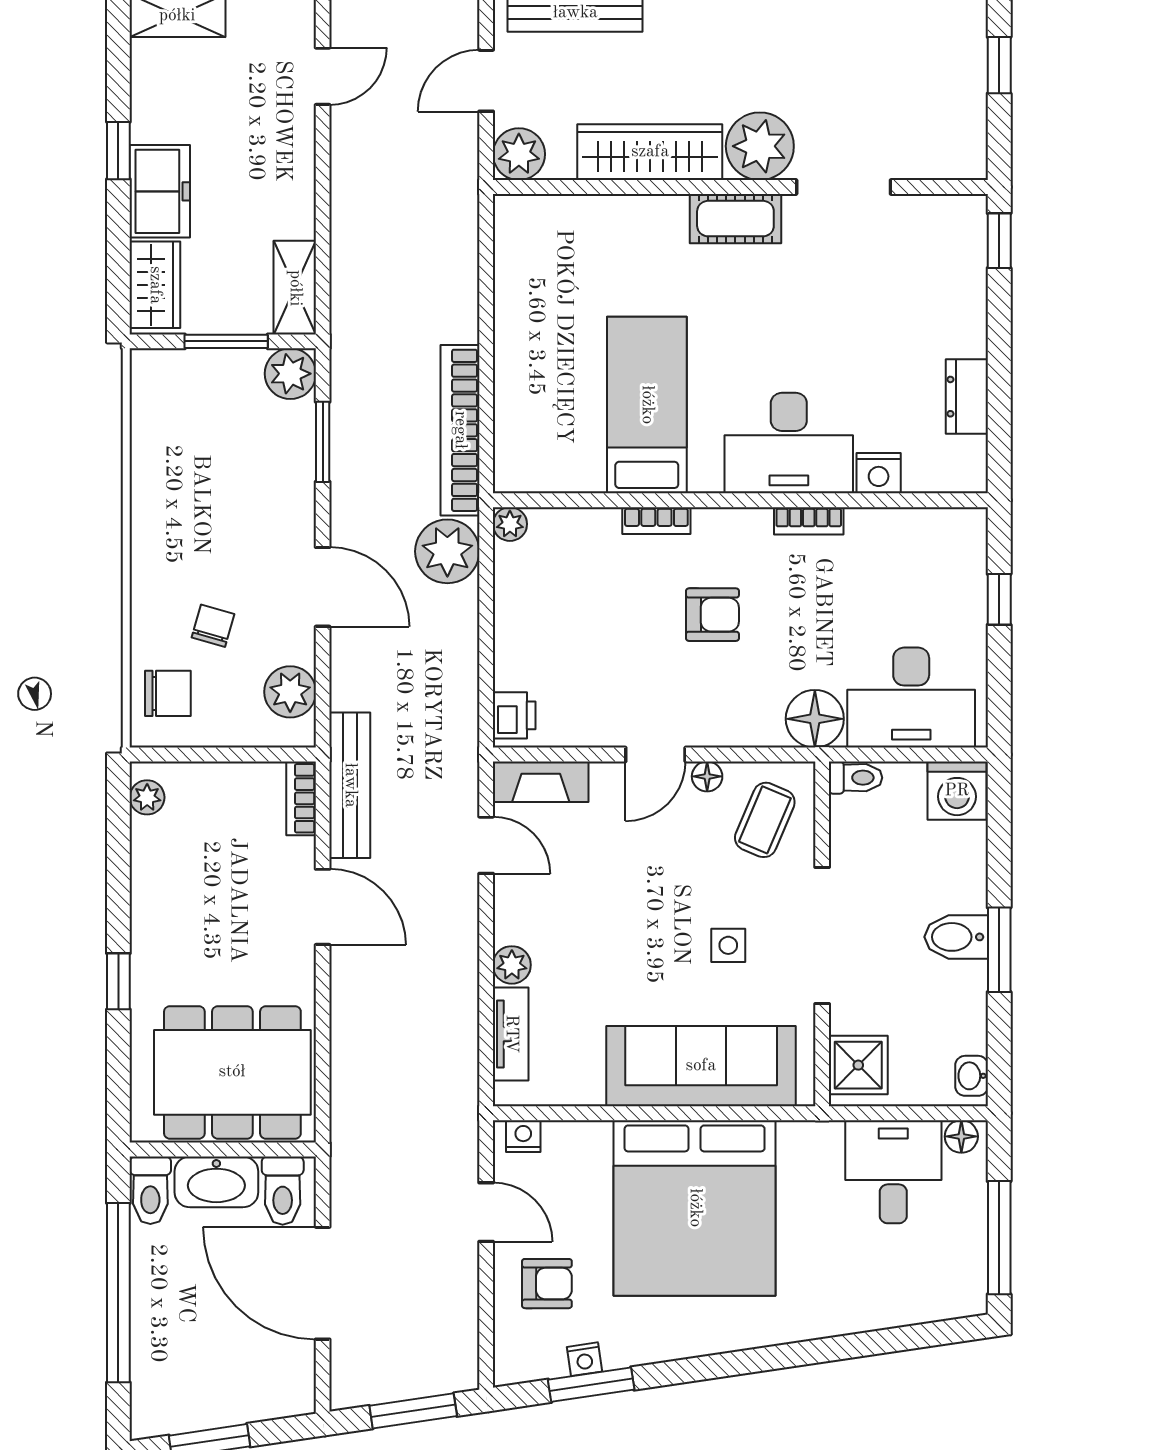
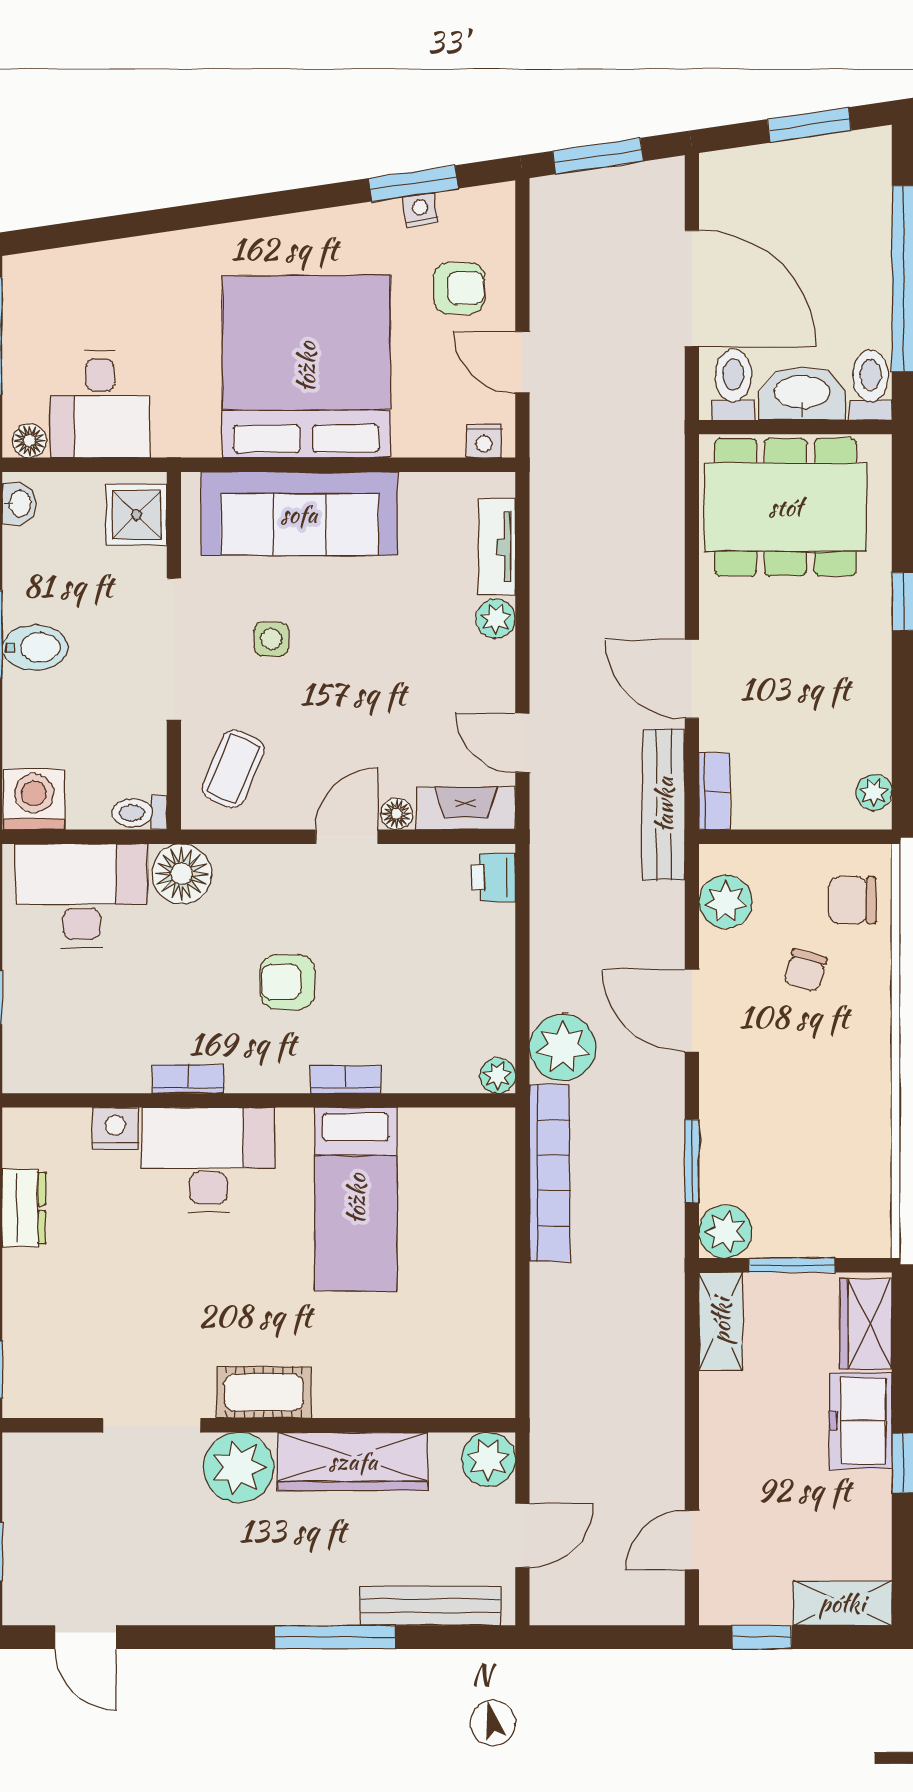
floor lamp: (707, 776) -> (397, 814), moved
armchair: (547, 1284) -> (459, 288), turned 180

